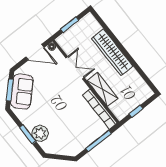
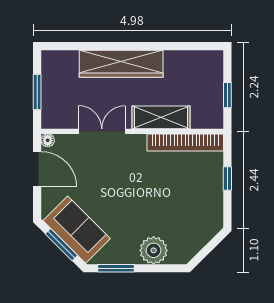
door: (35, 52) -> (37, 169), hinge flipped
window: (28, 134) -> (116, 268), moved
window: (99, 141) -> (227, 178), width x0.46

